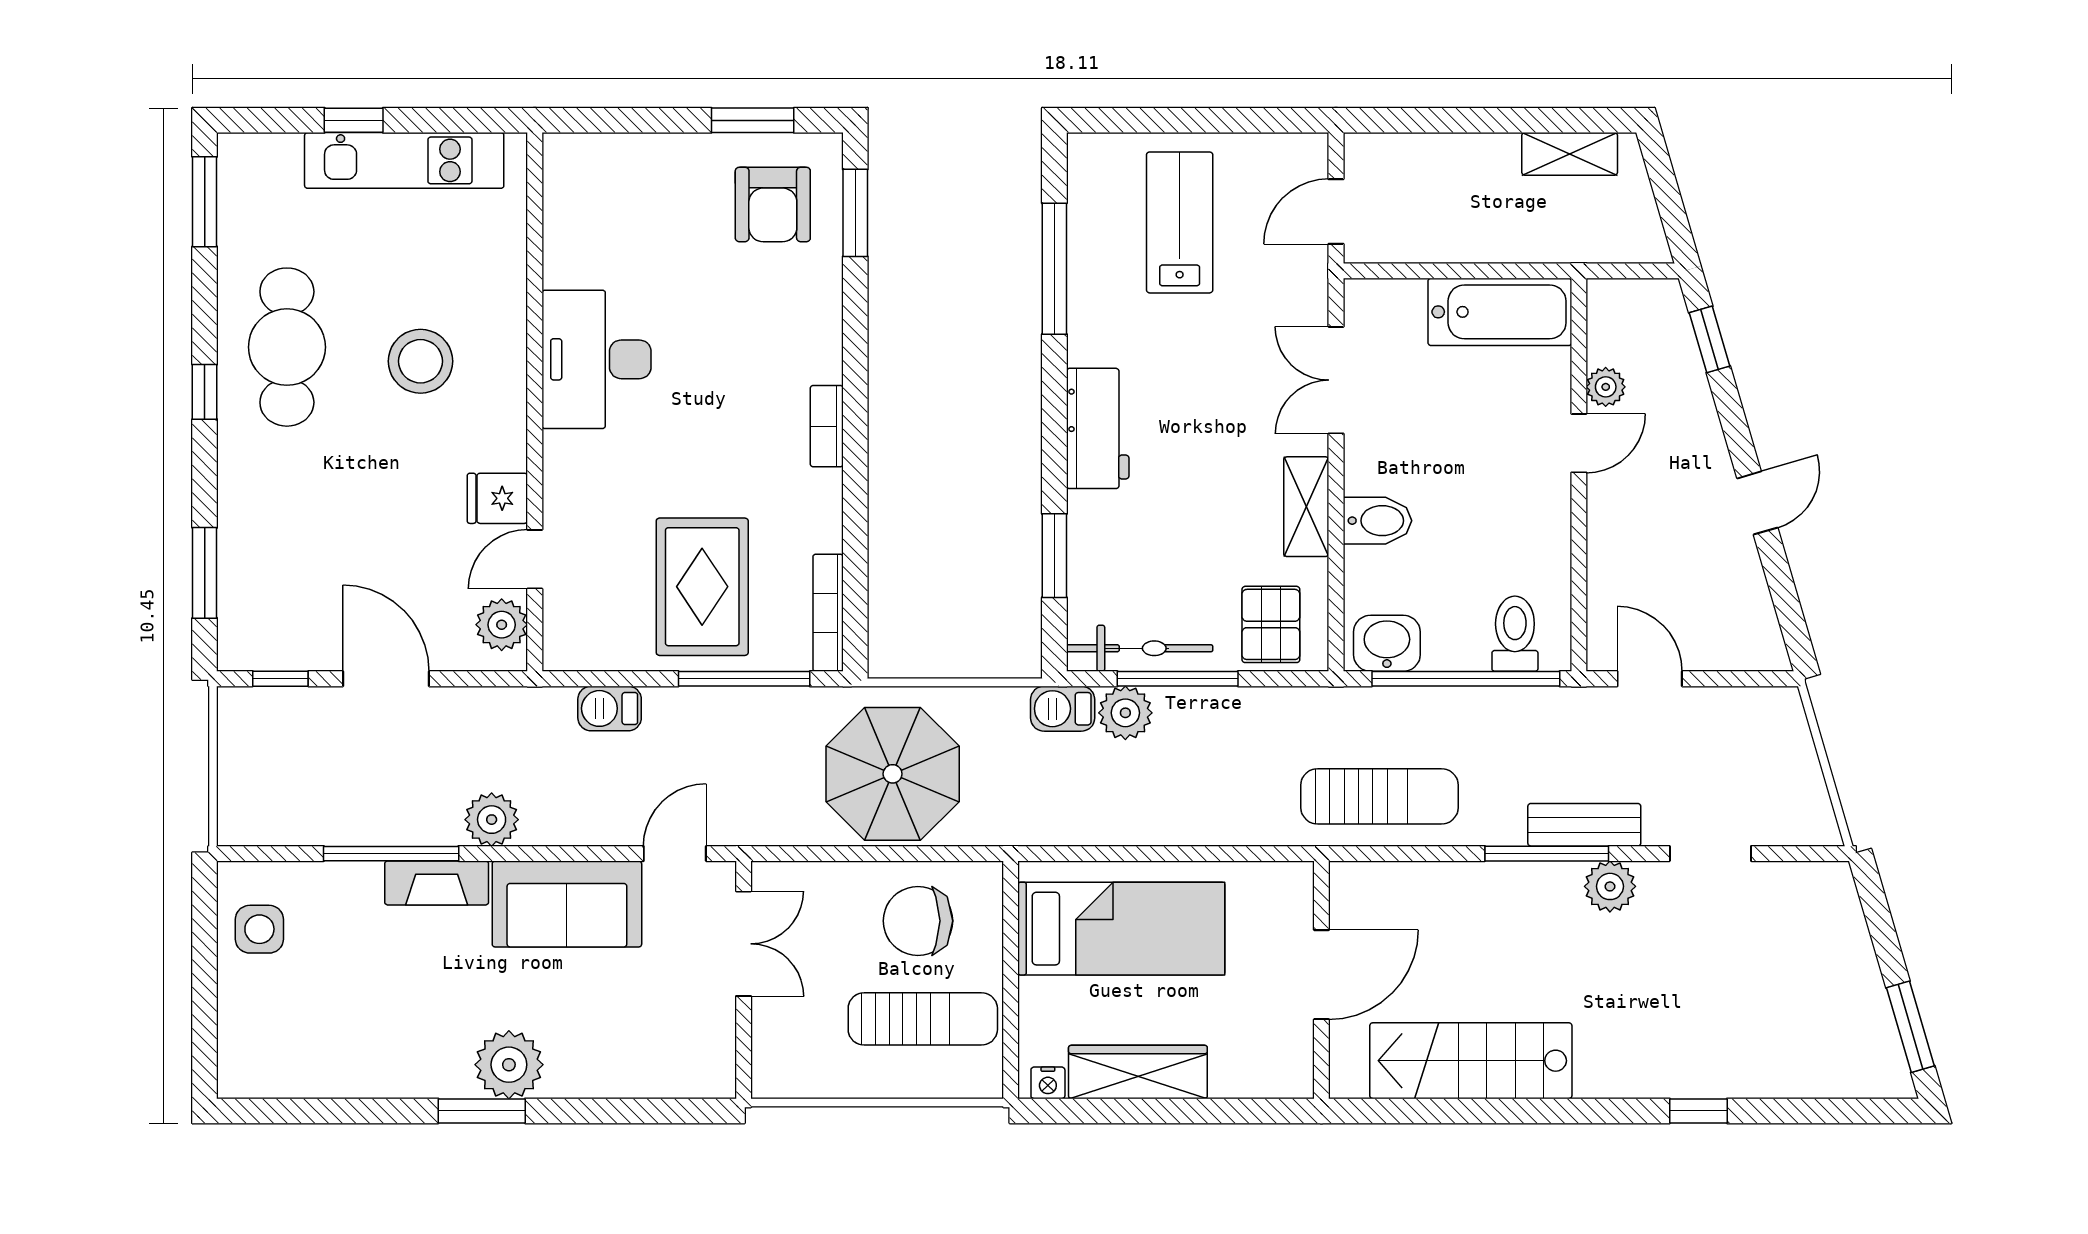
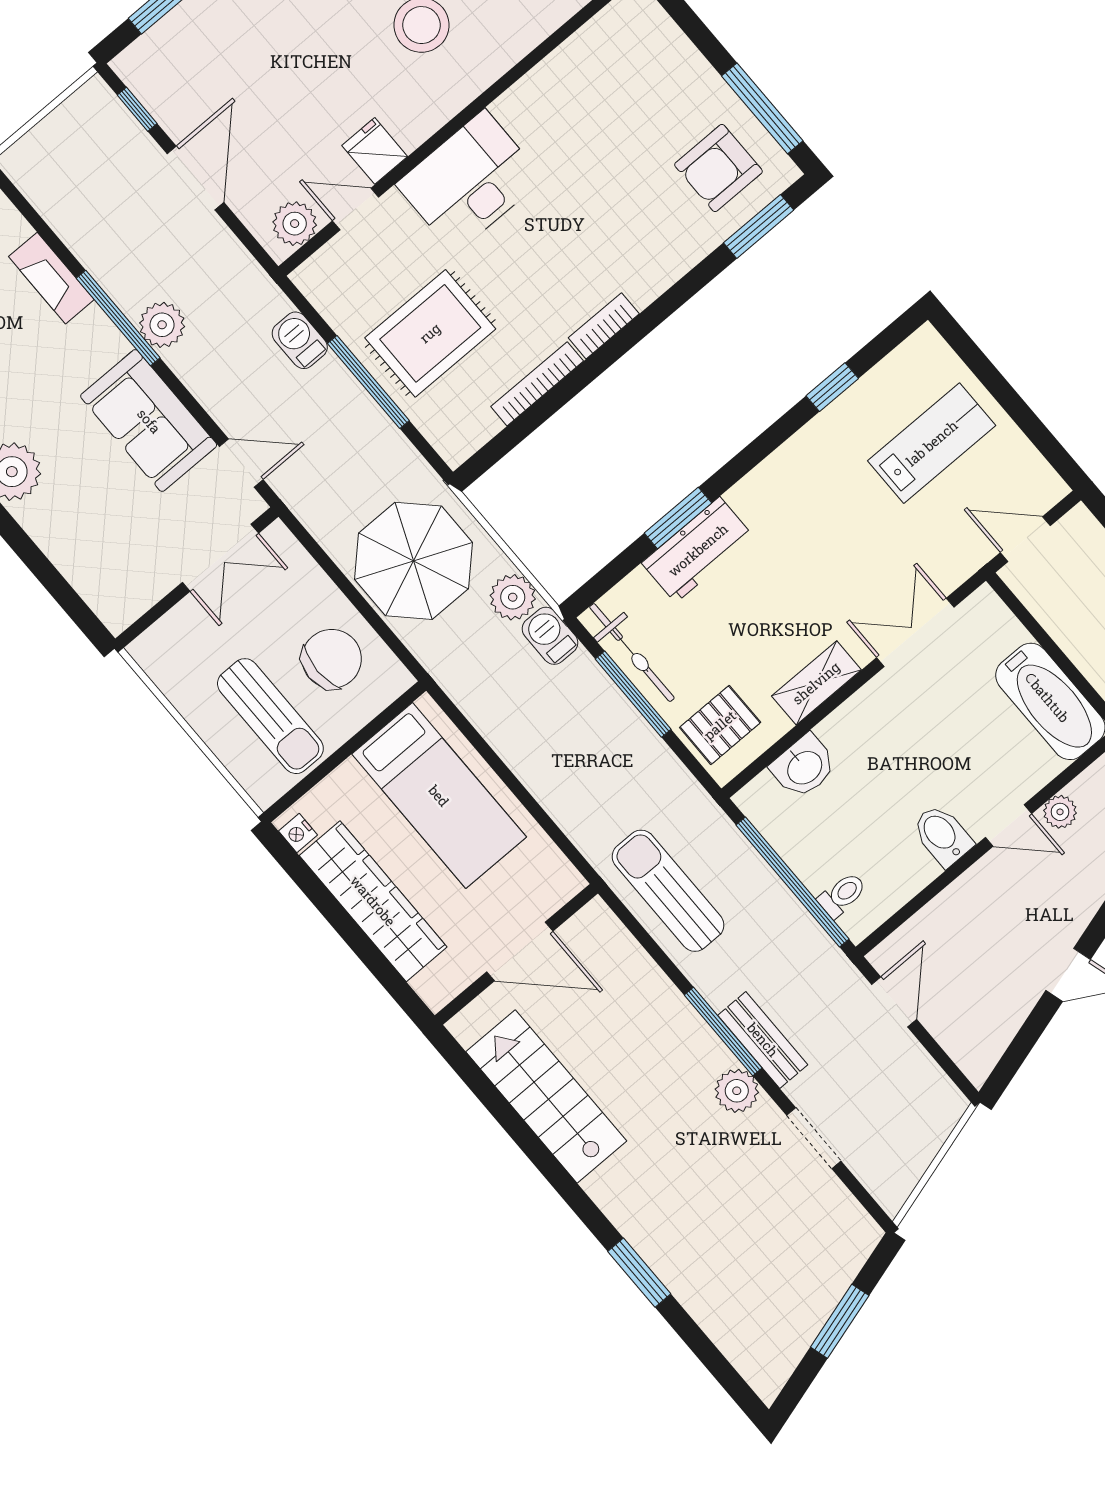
window: (753, 120) -> (762, 108), width x1.44
window: (1054, 269) -> (832, 387), width x0.46
desk: (597, 359) -> (470, 181), moved
workbench: (1098, 428) -> (698, 550), moved
bidet: (1377, 521) -> (942, 835), moved, turned 180
window: (1054, 556) -> (678, 518), moved
bookcase: (828, 613) -> (537, 384), moved
toilet: (1515, 634) -> (842, 895), width x0.73, depth x0.72
washbasin: (1387, 643) -> (804, 767), moved, turned 90
window: (744, 679) -> (368, 382), moved
plant: (1125, 713) -> (513, 597), moved
sun lounger: (1379, 796) -> (668, 891), turned 180
window: (391, 854) -> (118, 318), moved
fireplace: (437, 883) -> (51, 278), moved
chair: (918, 921) -> (332, 659), turned 90
window: (1910, 1027) -> (840, 1321), moved
wardrobe: (1138, 1072) -> (373, 901), width x1.40, depth x1.17
window: (1698, 1111) -> (639, 1273), width x1.50

